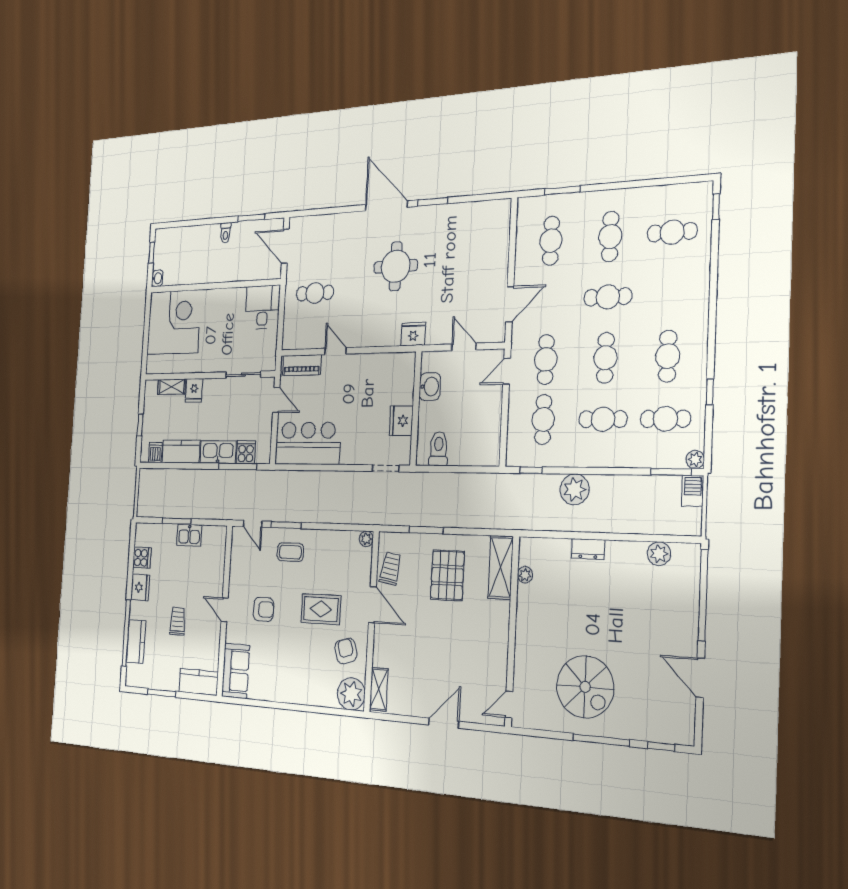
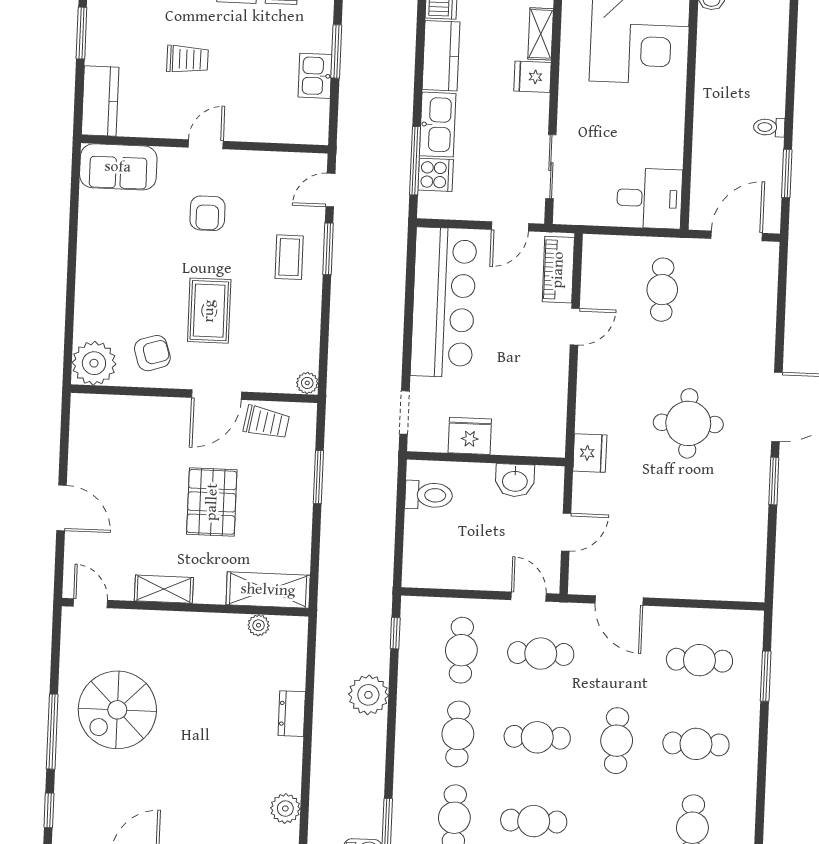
cafe table: (543, 419) -> (461, 650), turned 90
bar counter: (308, 443) -> (444, 302), width x1.36
pallet: (447, 575) -> (212, 502), moved, turned 90
shelving: (379, 689) -> (164, 589), moved

